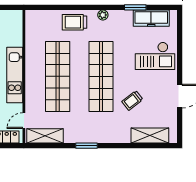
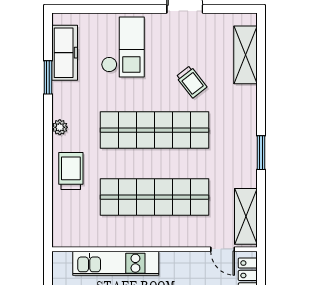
trolley: (74, 22) -> (71, 171), turned 180
kitchen unit: (15, 75) -> (116, 263), moved

